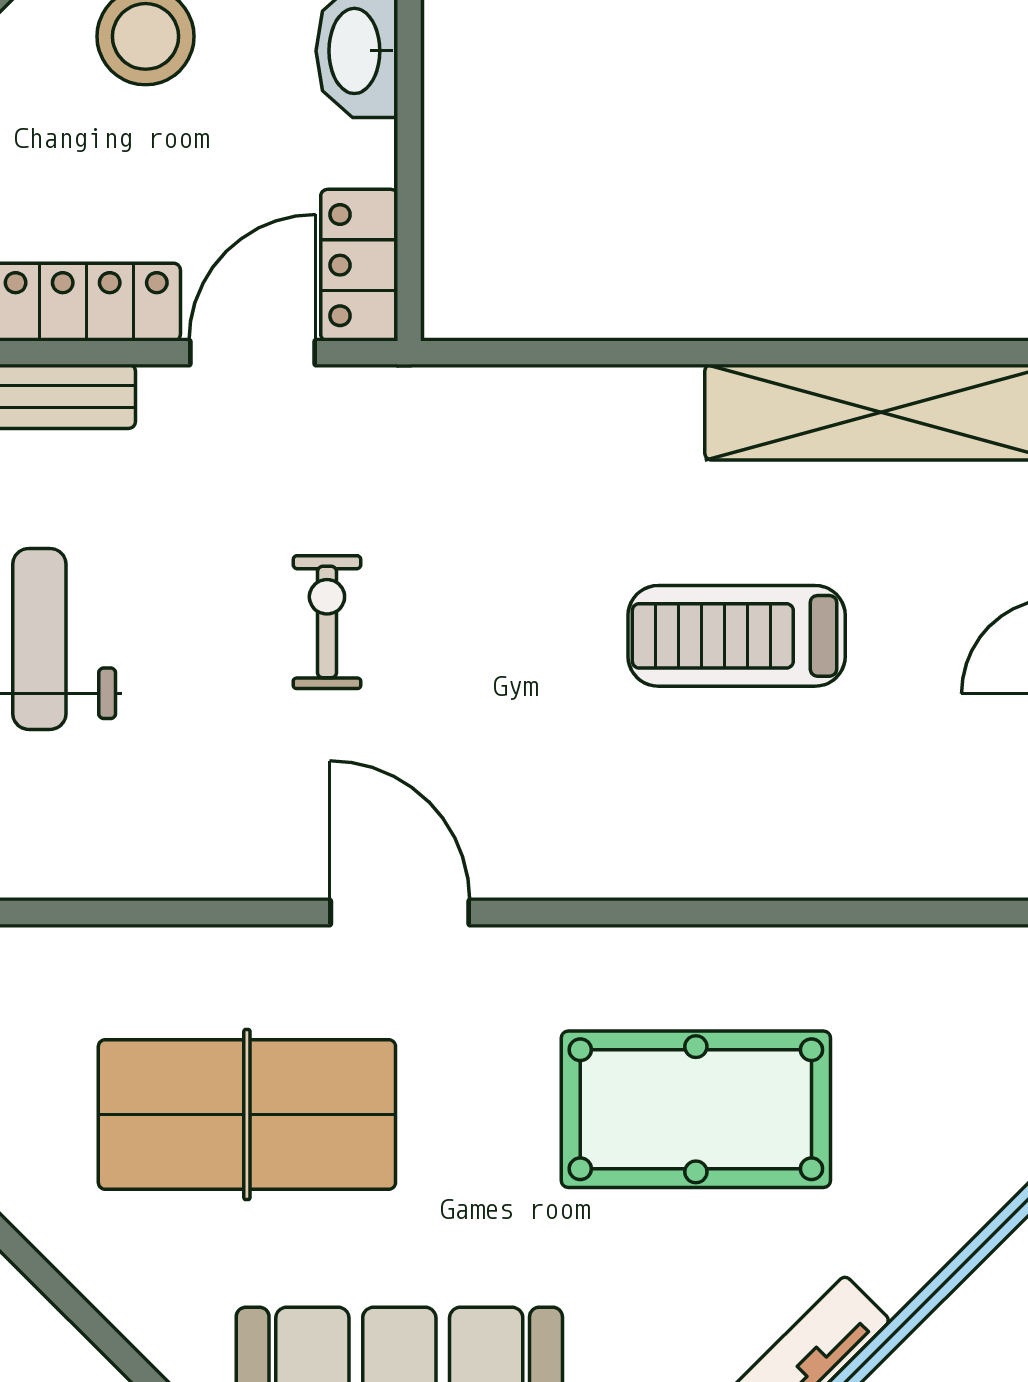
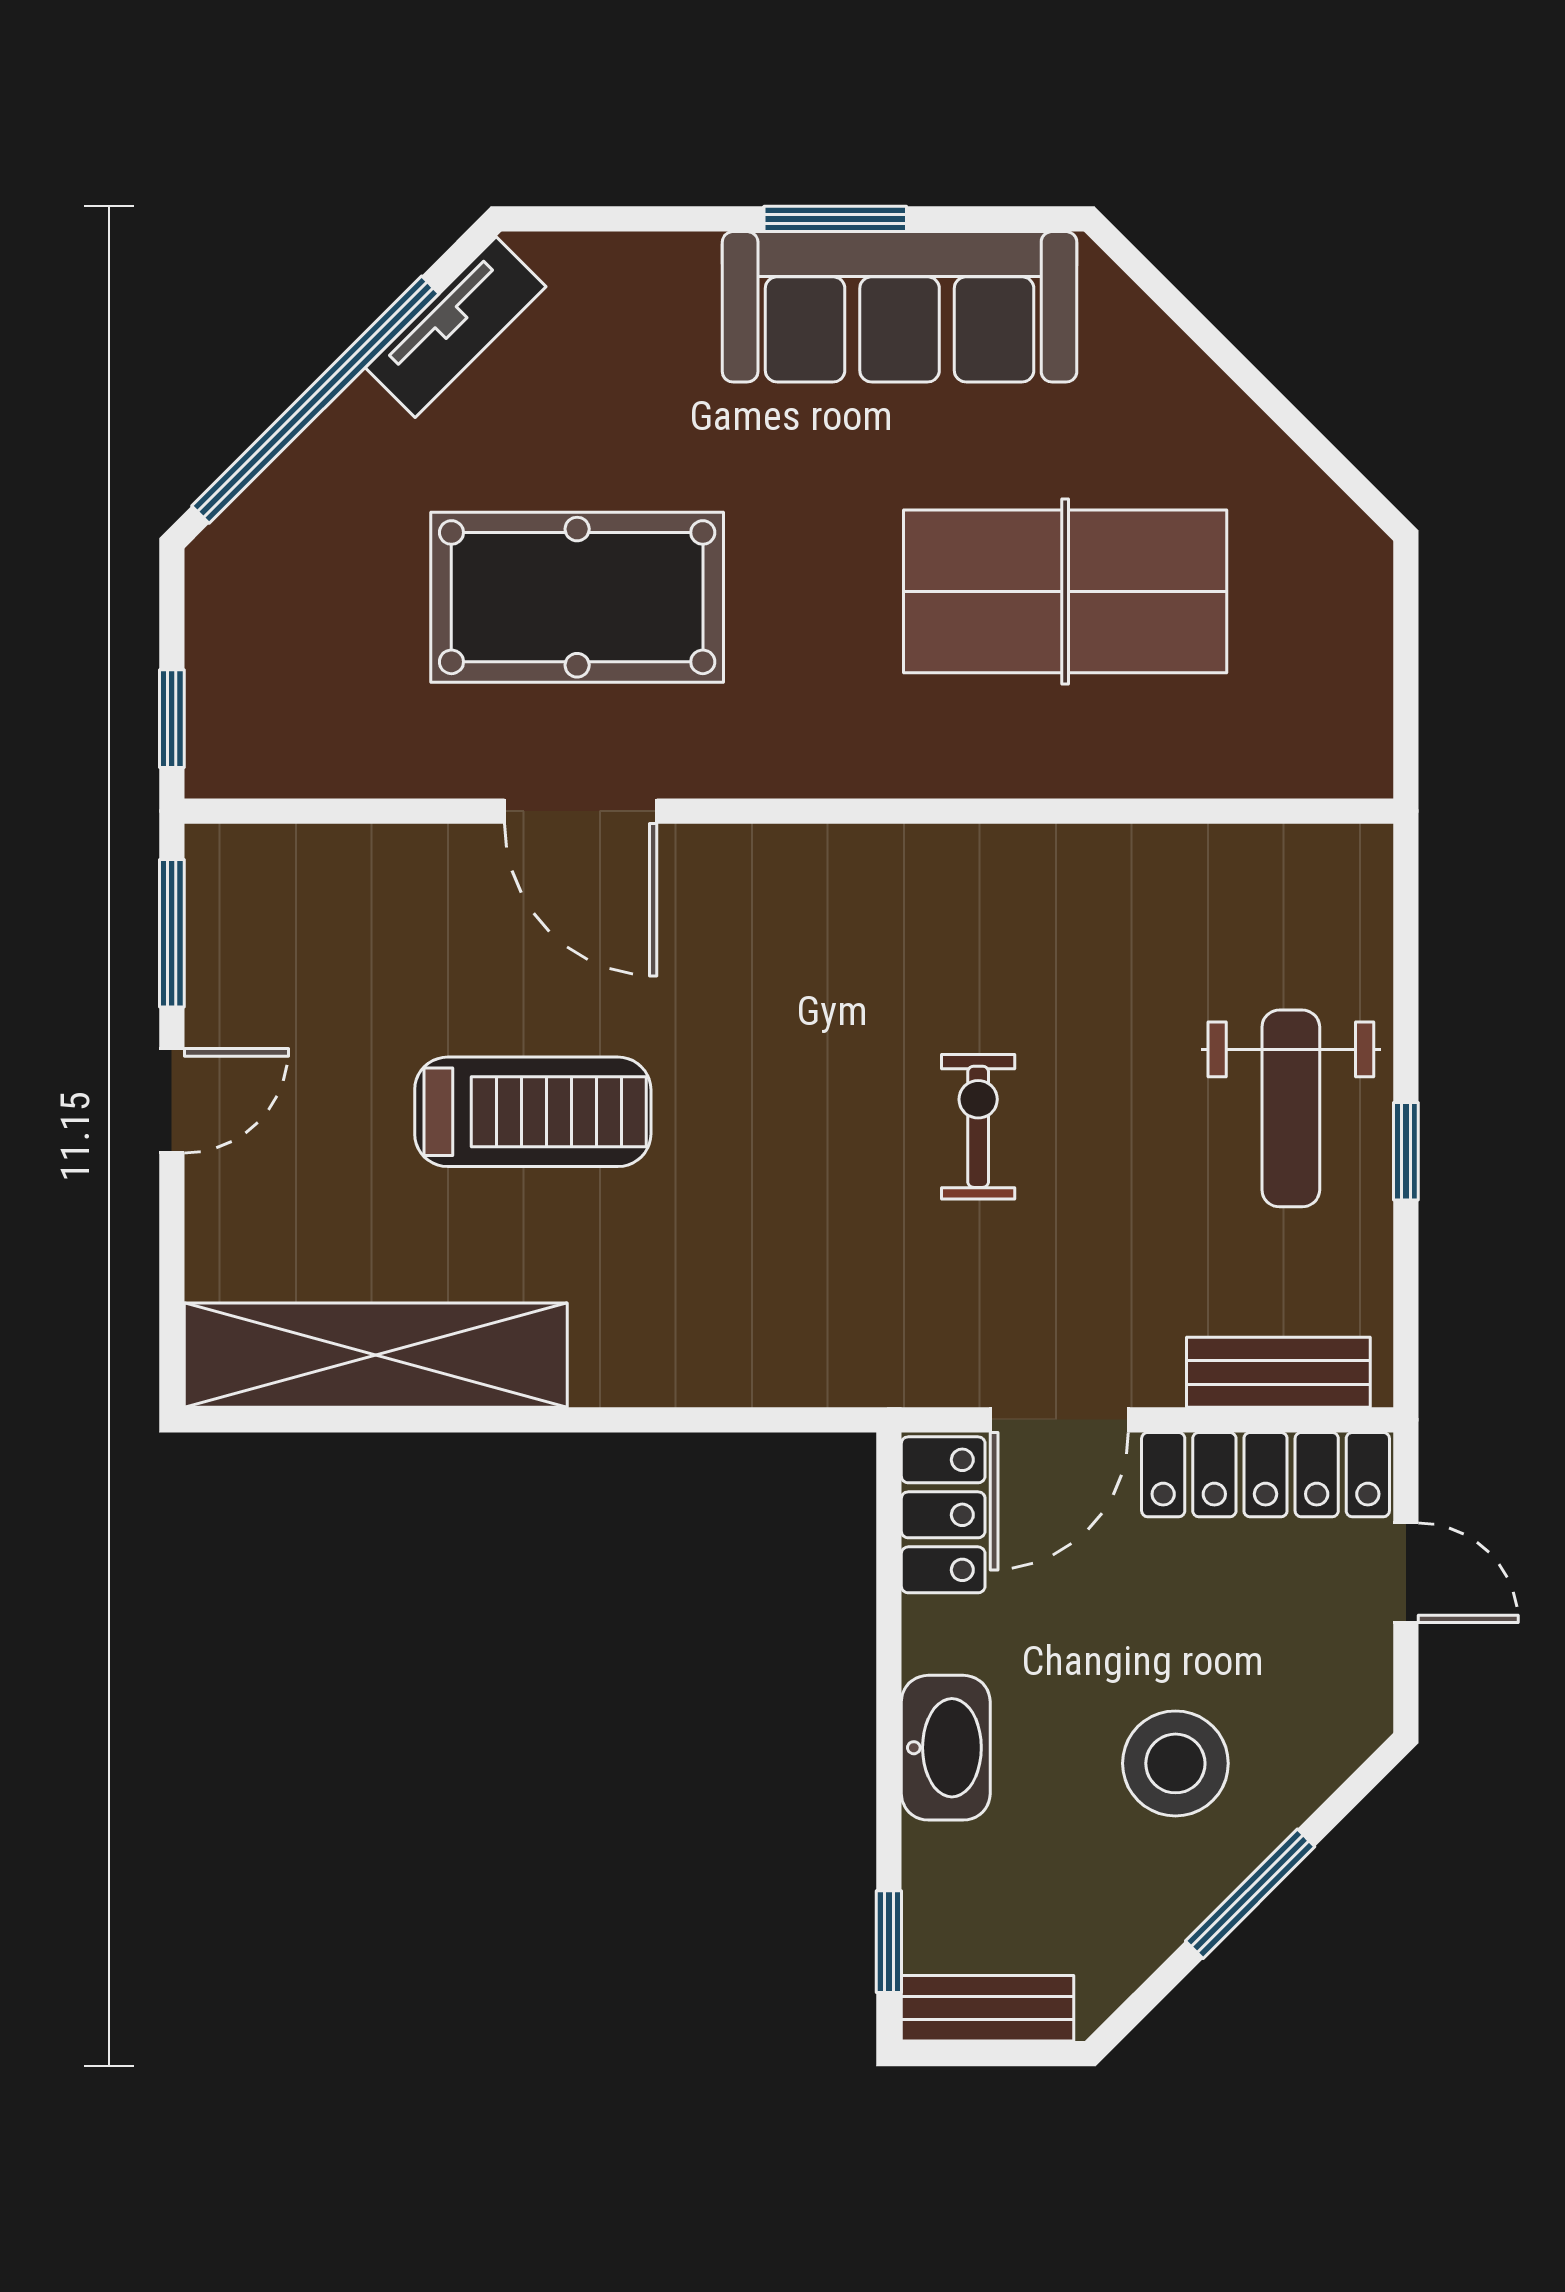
exercise bike: (327, 622) -> (978, 1127), turned 180
door: (400, 912) -> (581, 811), moved

